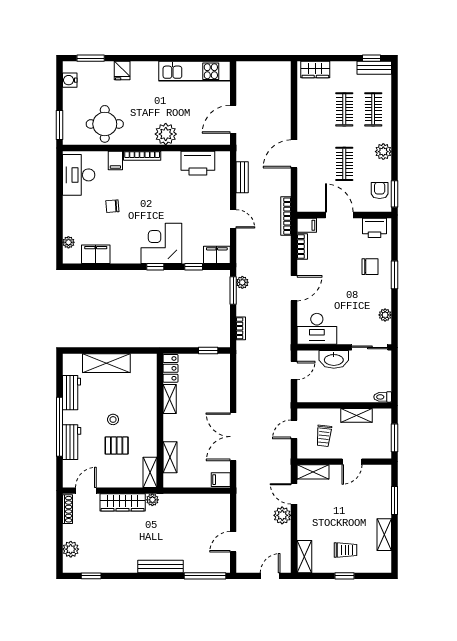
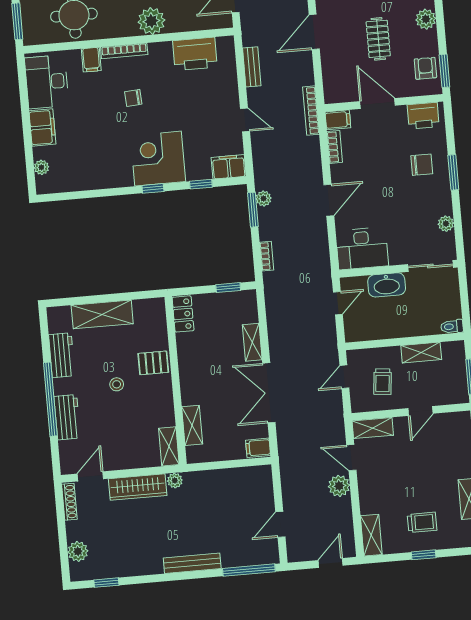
chair: (112, 206) -> (133, 98), moved
filing cabinet: (96, 254) -> (42, 127), moved, turned 90
shelving: (170, 399) -> (252, 342), moved
pallet: (117, 446) -> (153, 363), moved

